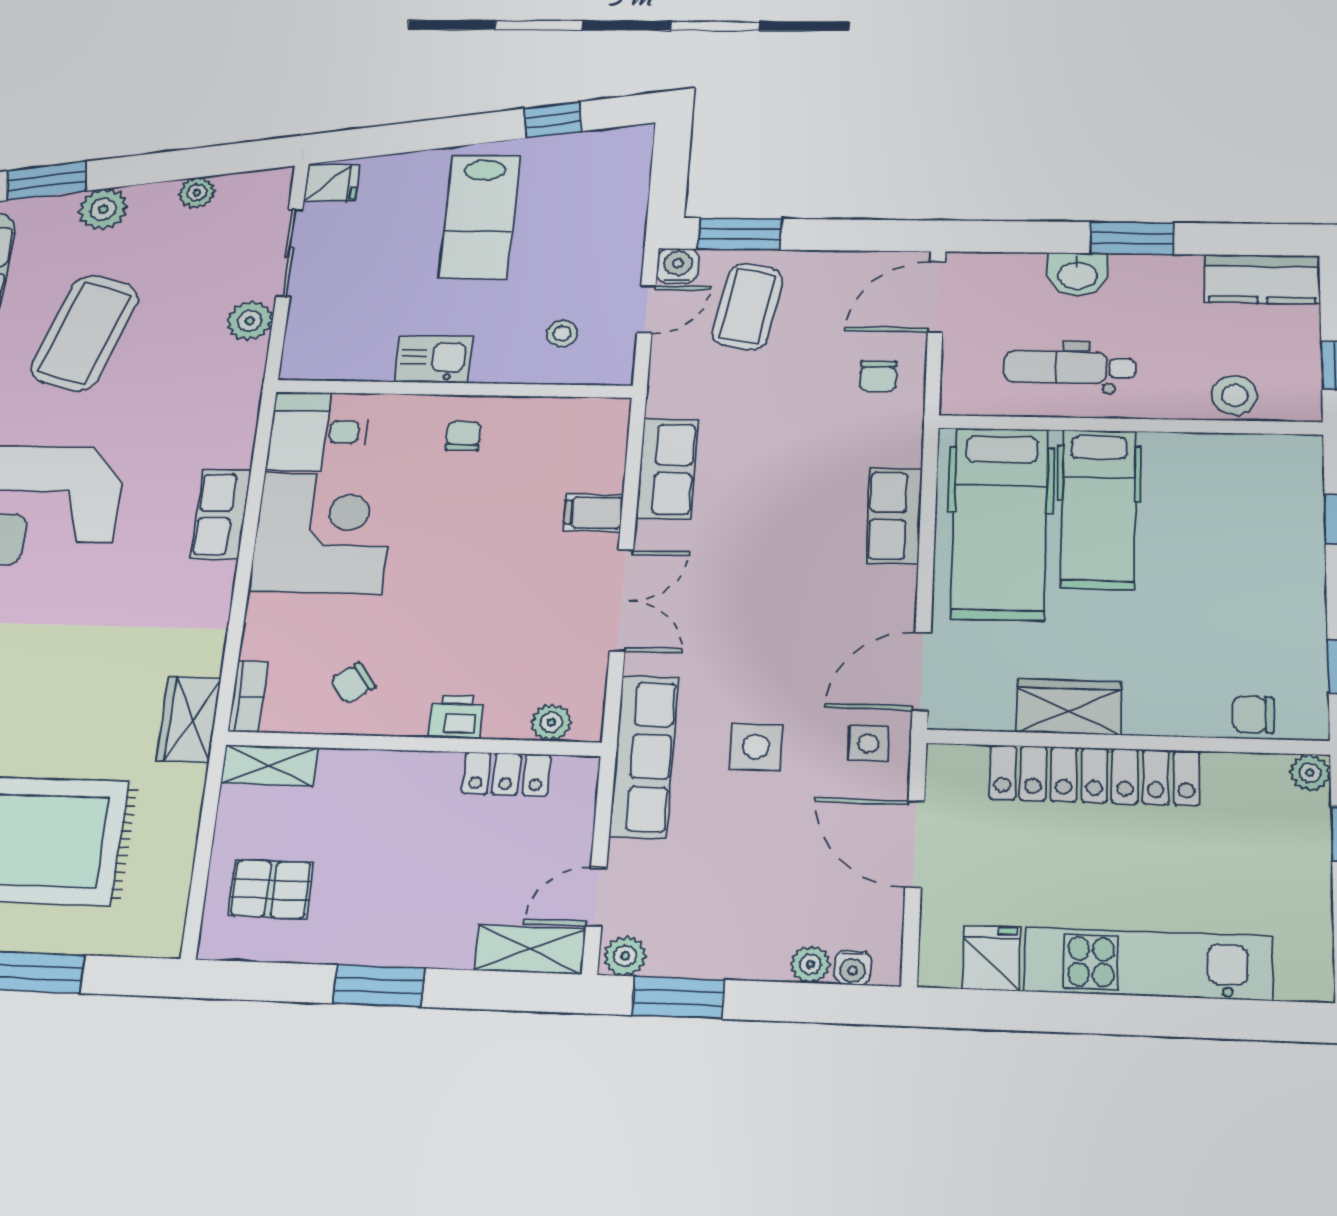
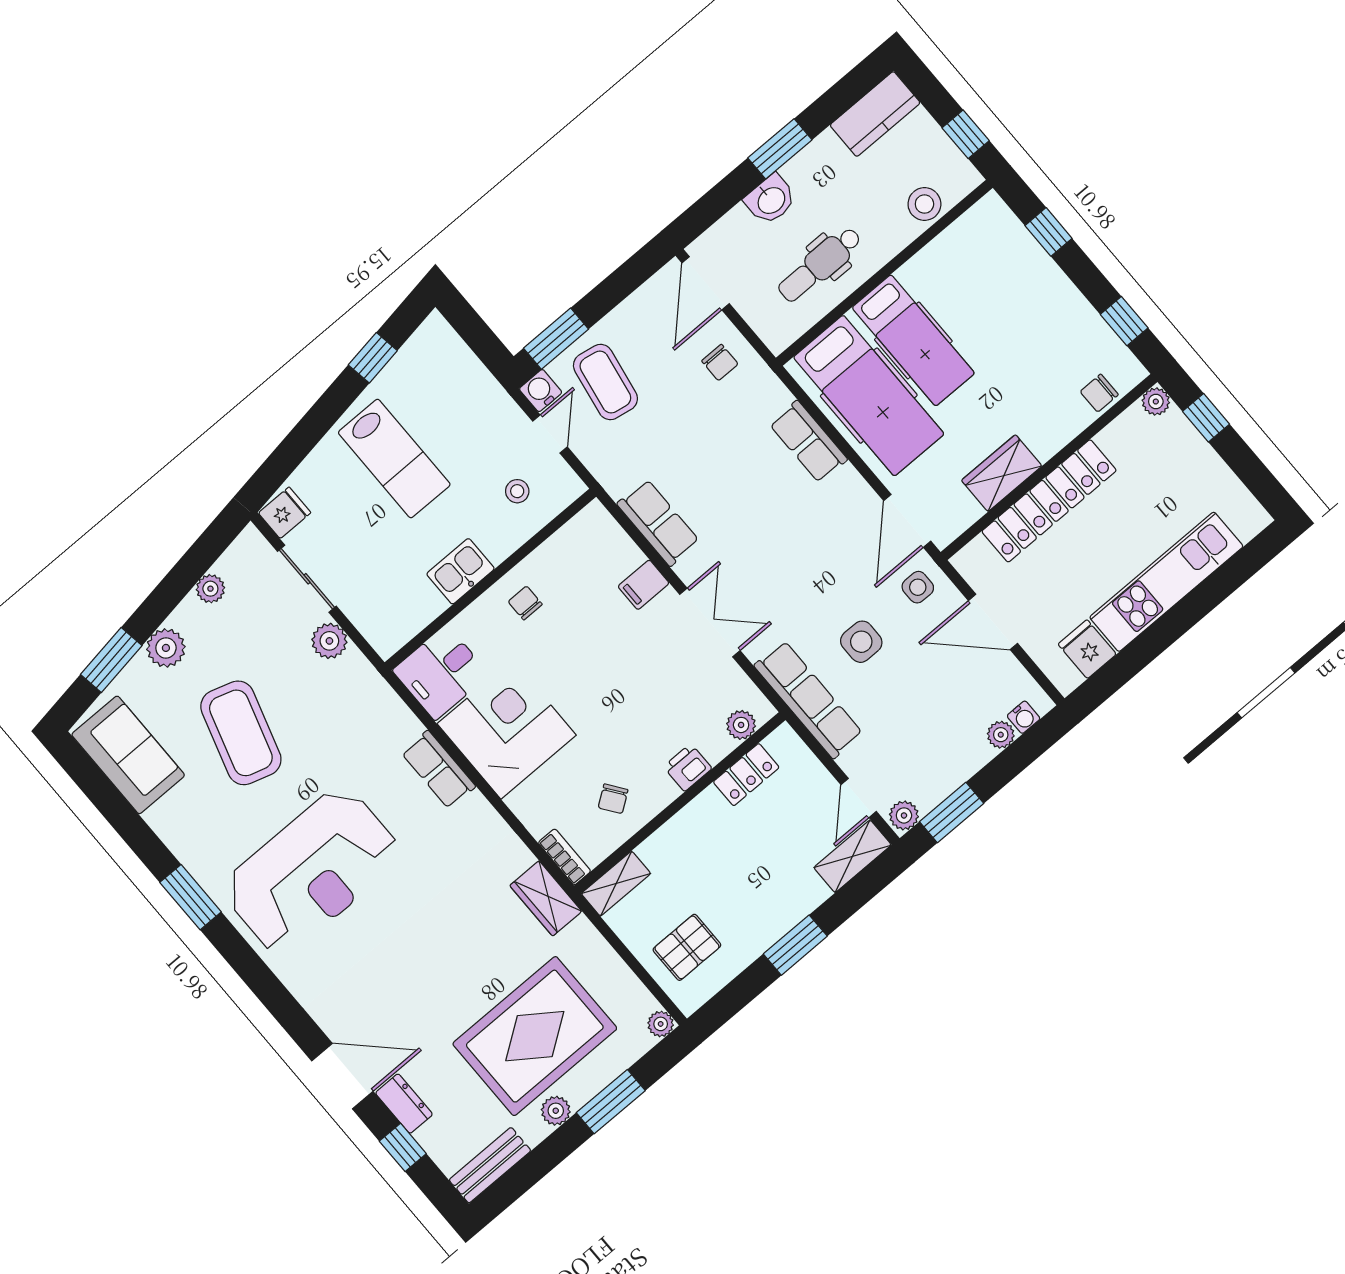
plant: (165, 941) -> (661, 1024), added

